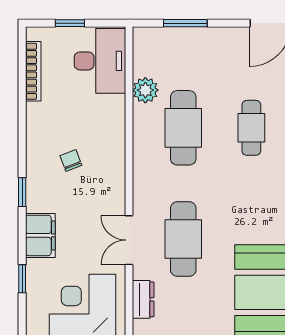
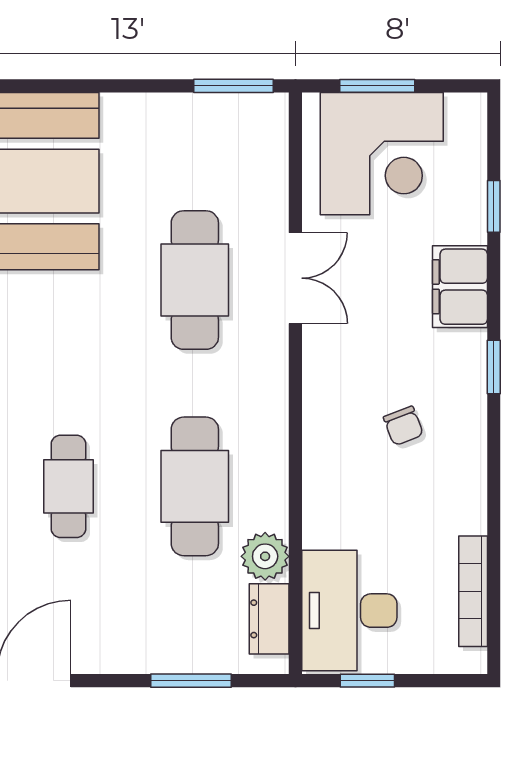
window: (70, 23) -> (367, 681), moved
dresser: (143, 299) -> (269, 619), moved

